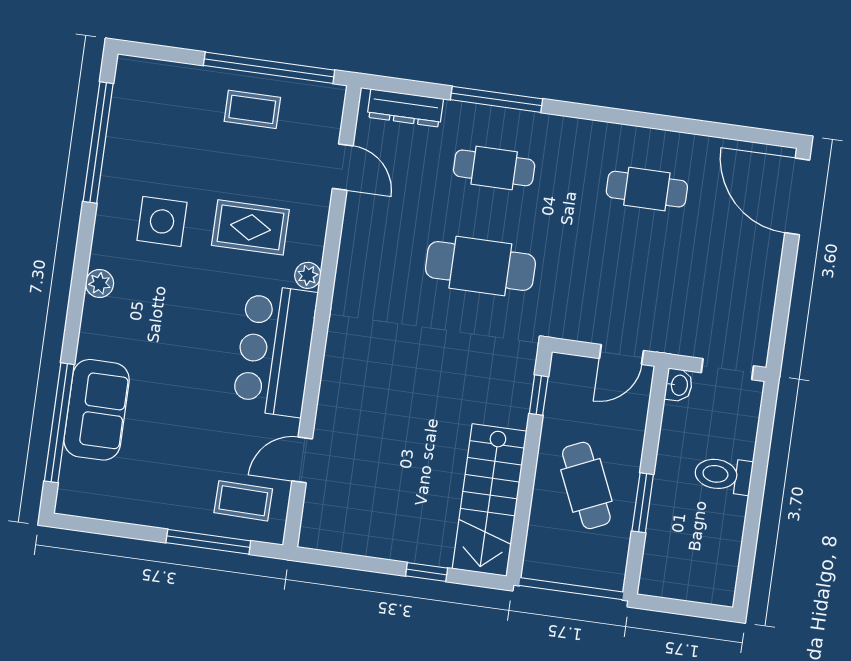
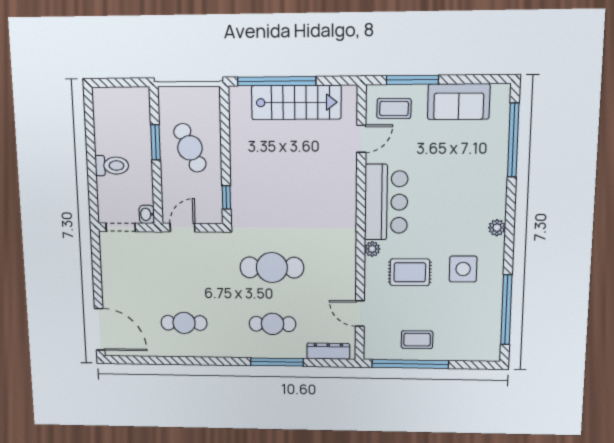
sofa: (97, 410) -> (459, 102), moved, turned -90
stairs: (489, 500) -> (296, 102), moved, turned 90
window: (427, 572) -> (277, 81), width x3.17

